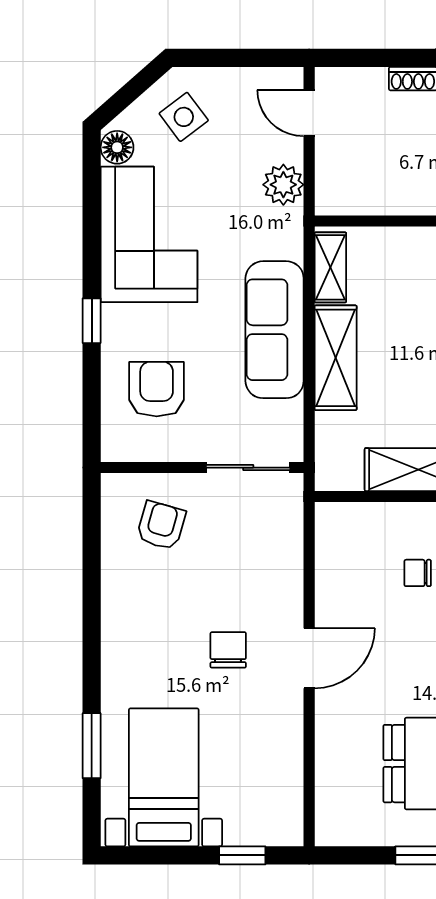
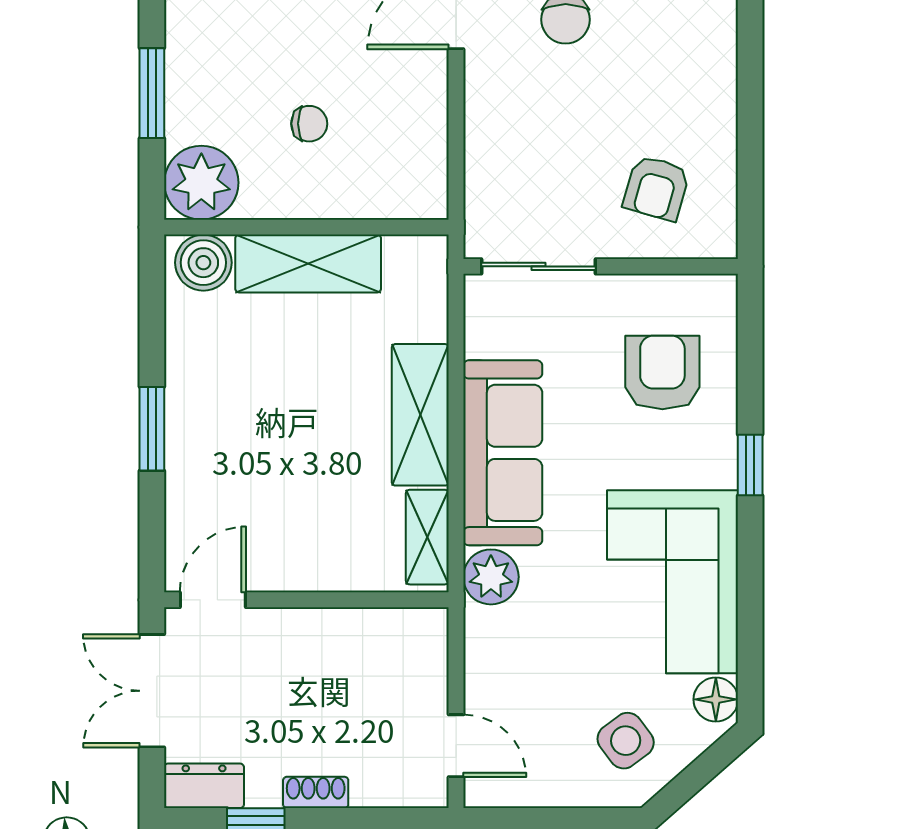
plant: (283, 185) -> (491, 577), moved
armchair: (157, 389) -> (662, 372), turned 180

